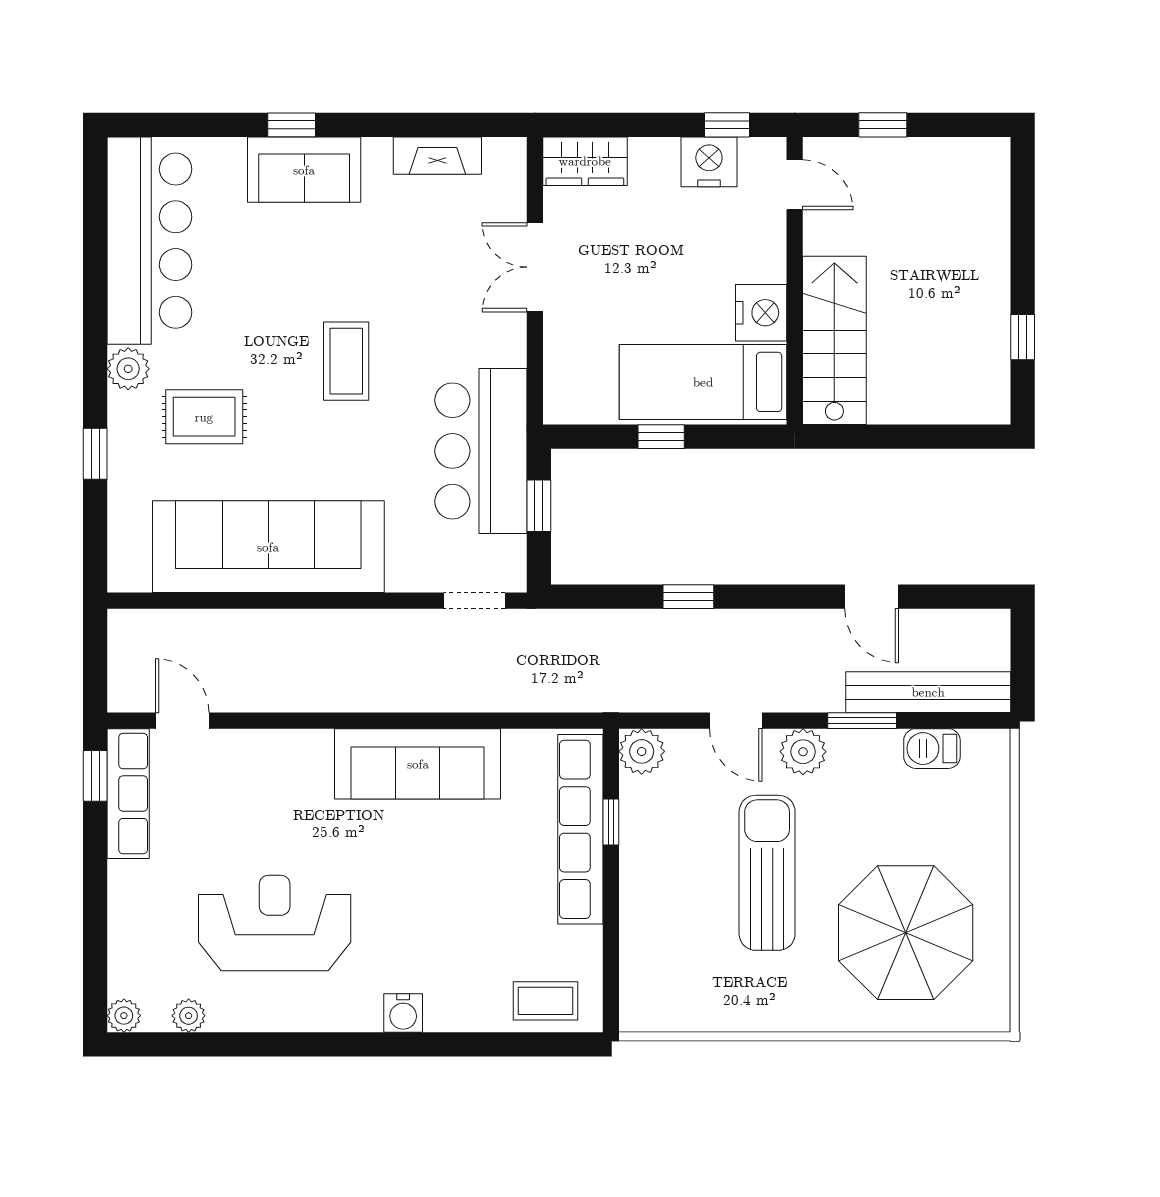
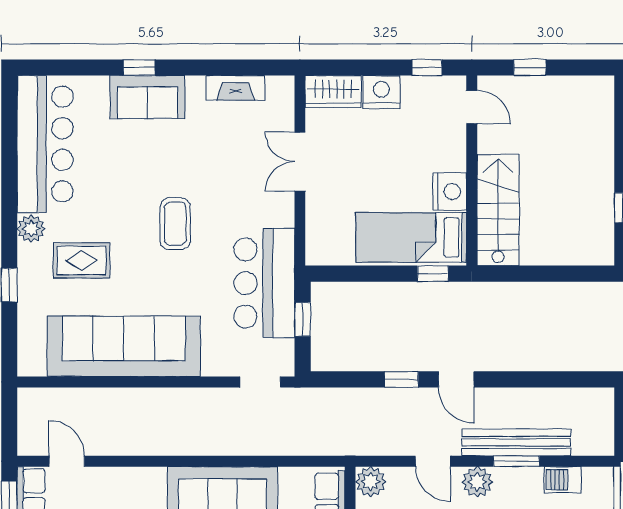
nightstand: (709, 162) -> (381, 92), moved
window: (661, 437) -> (433, 274), moved
door: (872, 597) -> (456, 379), moved
bench: (928, 692) -> (516, 442), moved

